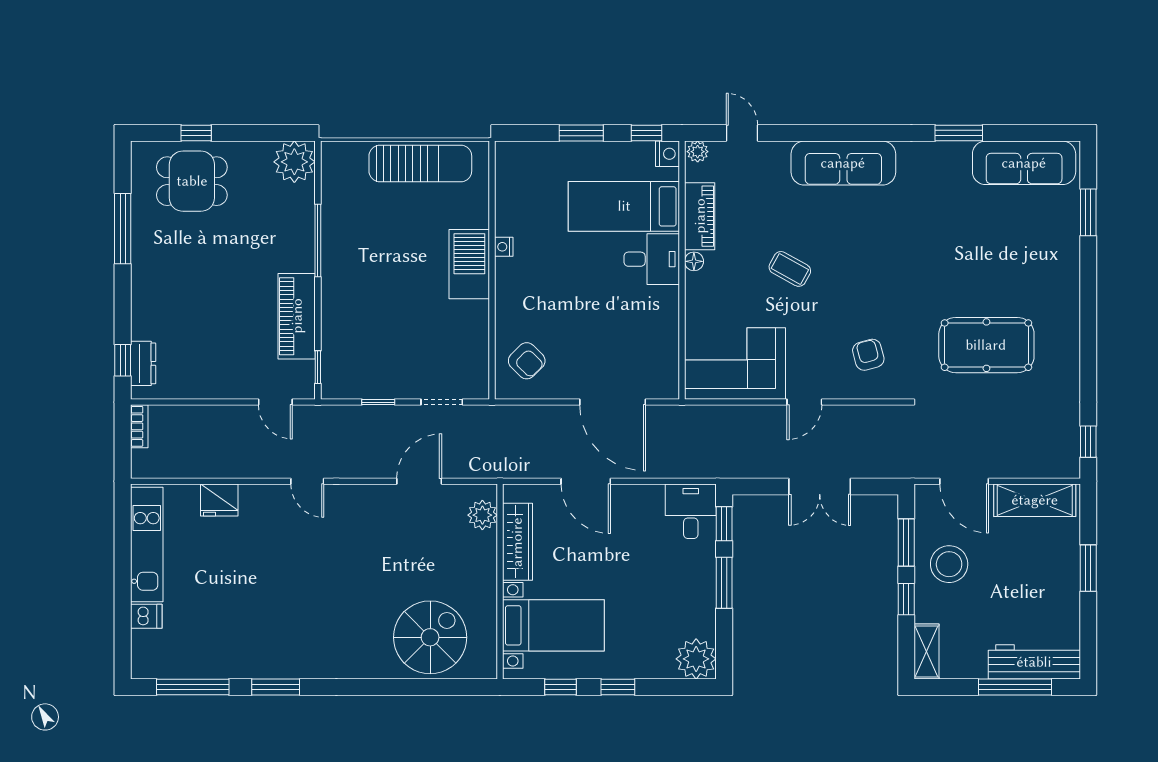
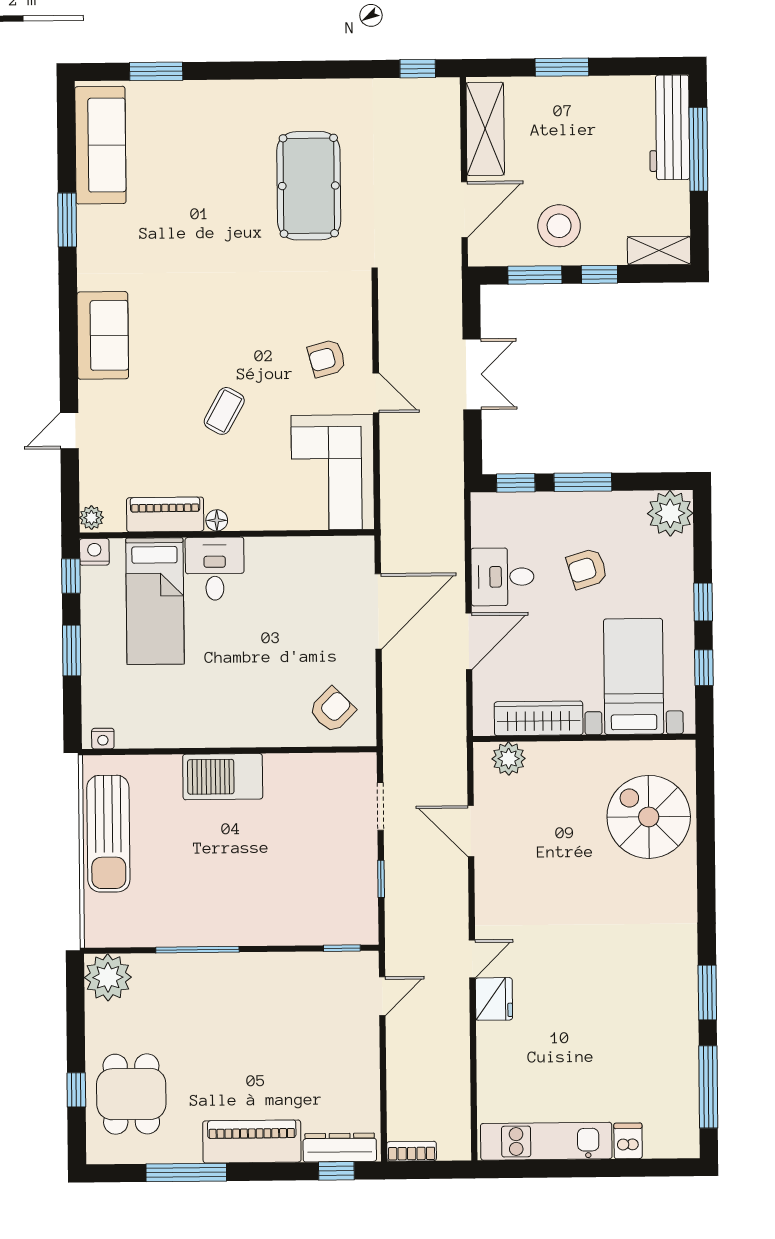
door: (742, 133) -> (69, 431), moved
sofa: (843, 163) -> (103, 335), width x0.73
sun lounger: (420, 164) -> (108, 834), turned 180
nightstand: (504, 247) -> (103, 739), moved
piano: (297, 316) -> (252, 1142), moved, turned 180
armchair: (868, 355) -> (327, 358), moved
dresser: (143, 363) -> (340, 1148), width x1.44
fridge: (219, 500) -> (494, 999), moved
desk: (691, 511) -> (502, 577), moved
armchair: (648, 585) -> (587, 569), added

